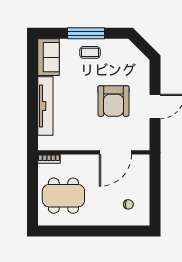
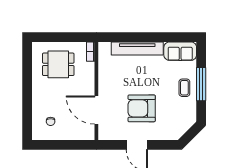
dining table: (63, 196) -> (58, 64), width x0.73

